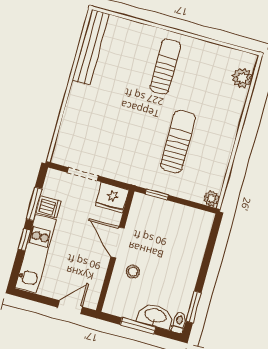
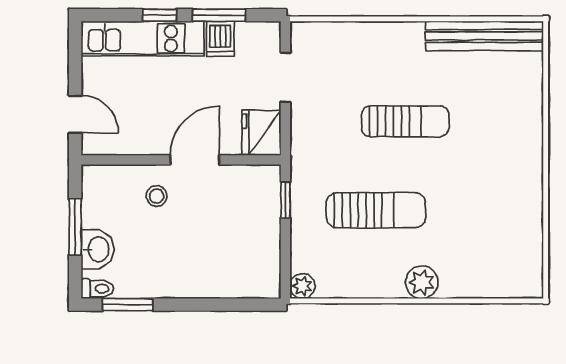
sun lounger: (165, 67) -> (405, 121), moved
plant: (242, 78) -> (422, 282), moved
washbasin: (155, 316) -> (98, 249), width x0.72

